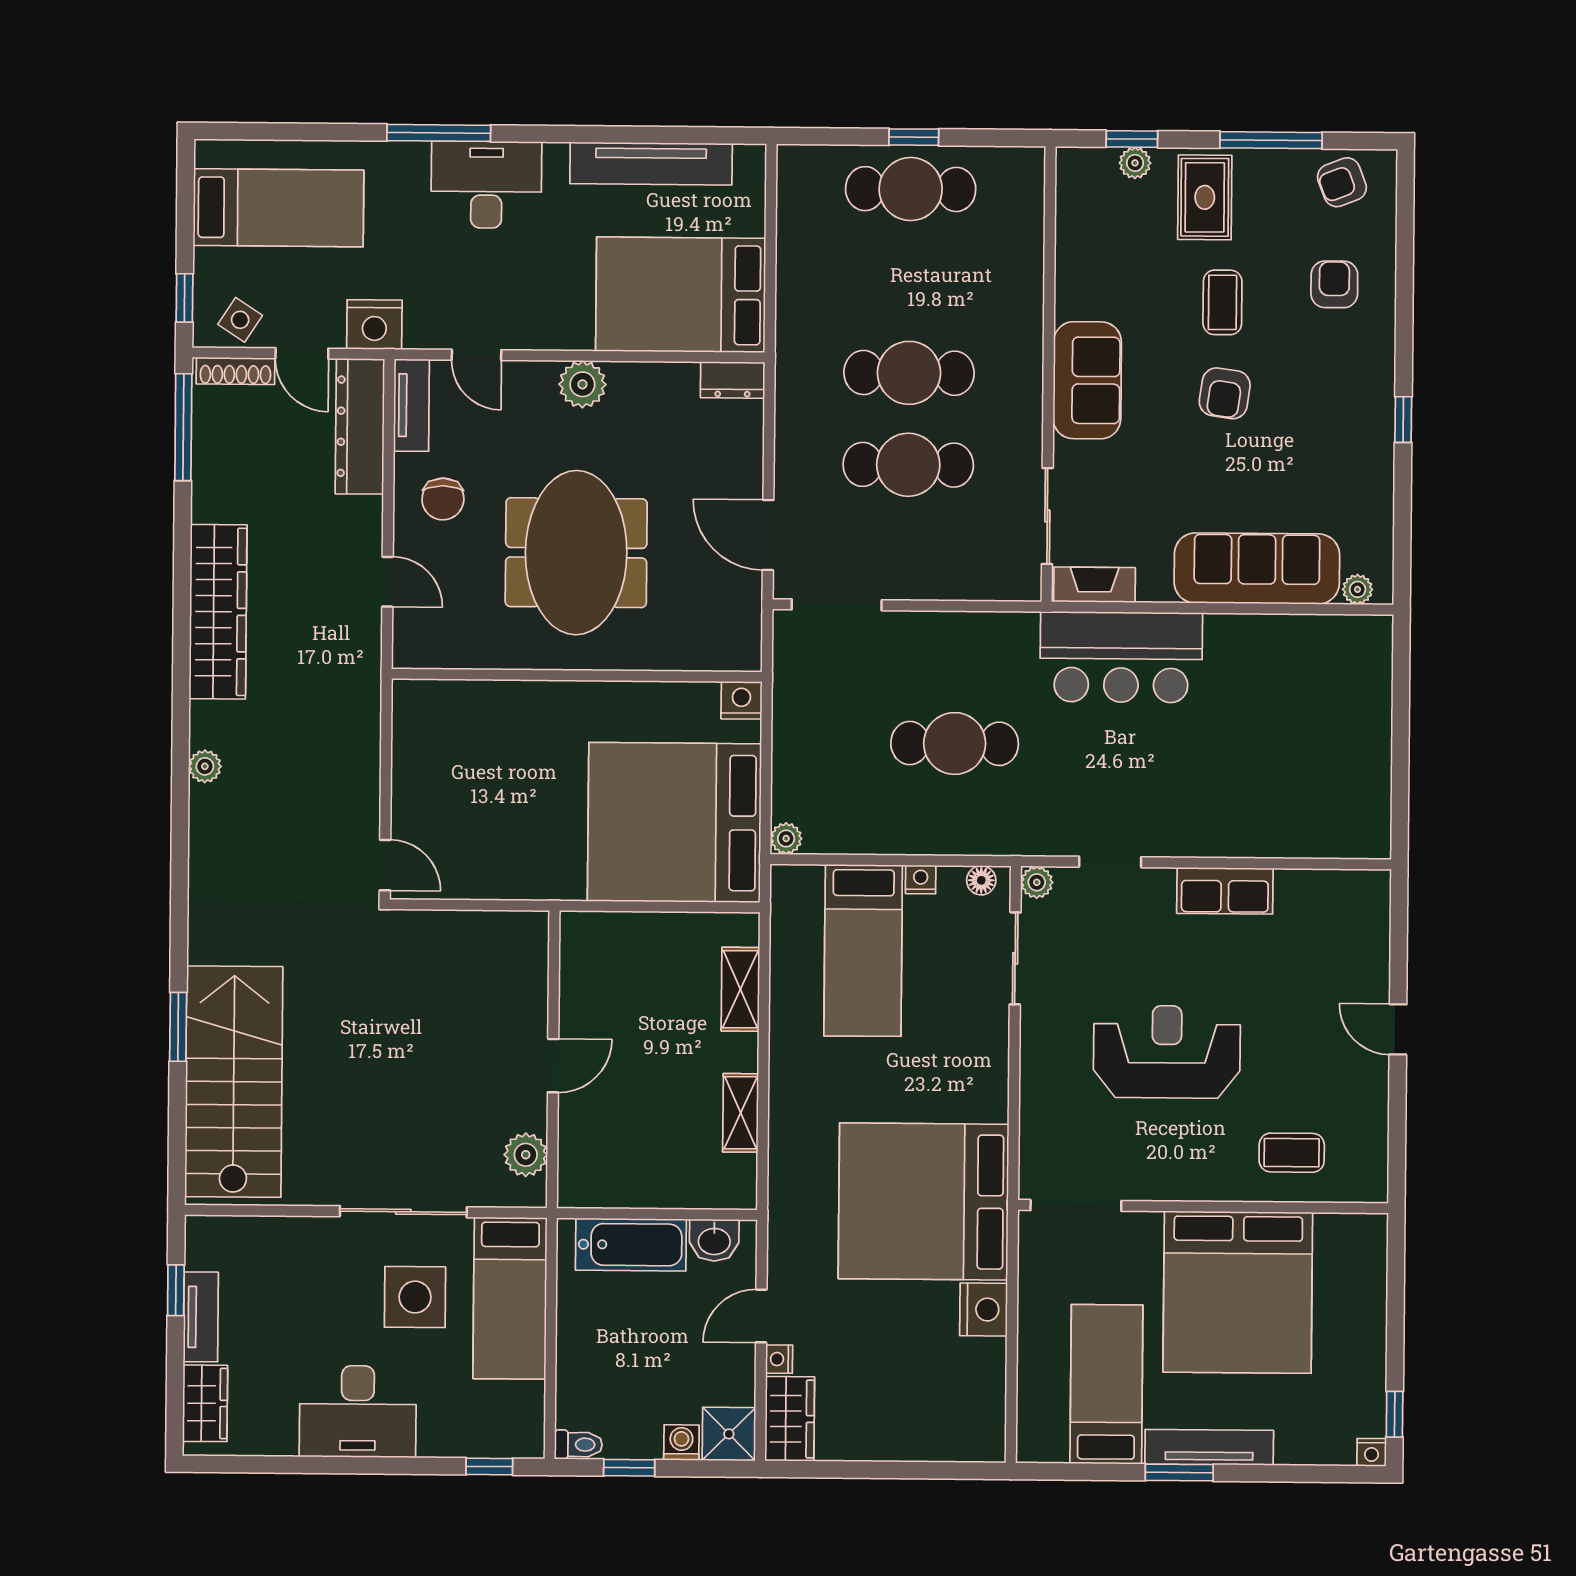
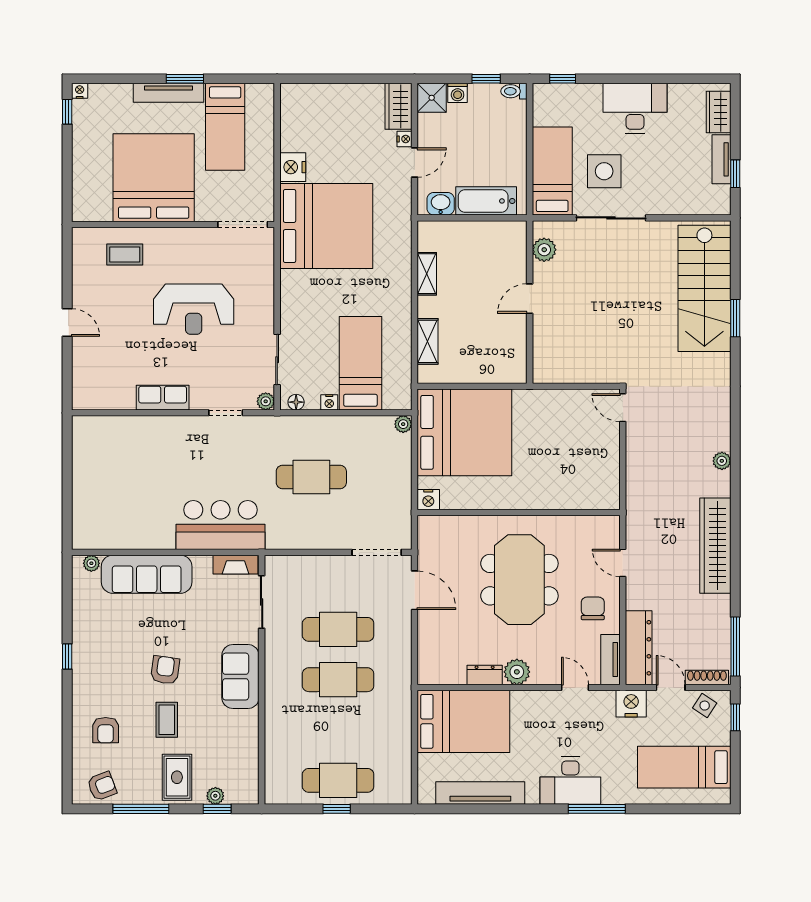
dresser: (733, 380) -> (485, 675), moved

